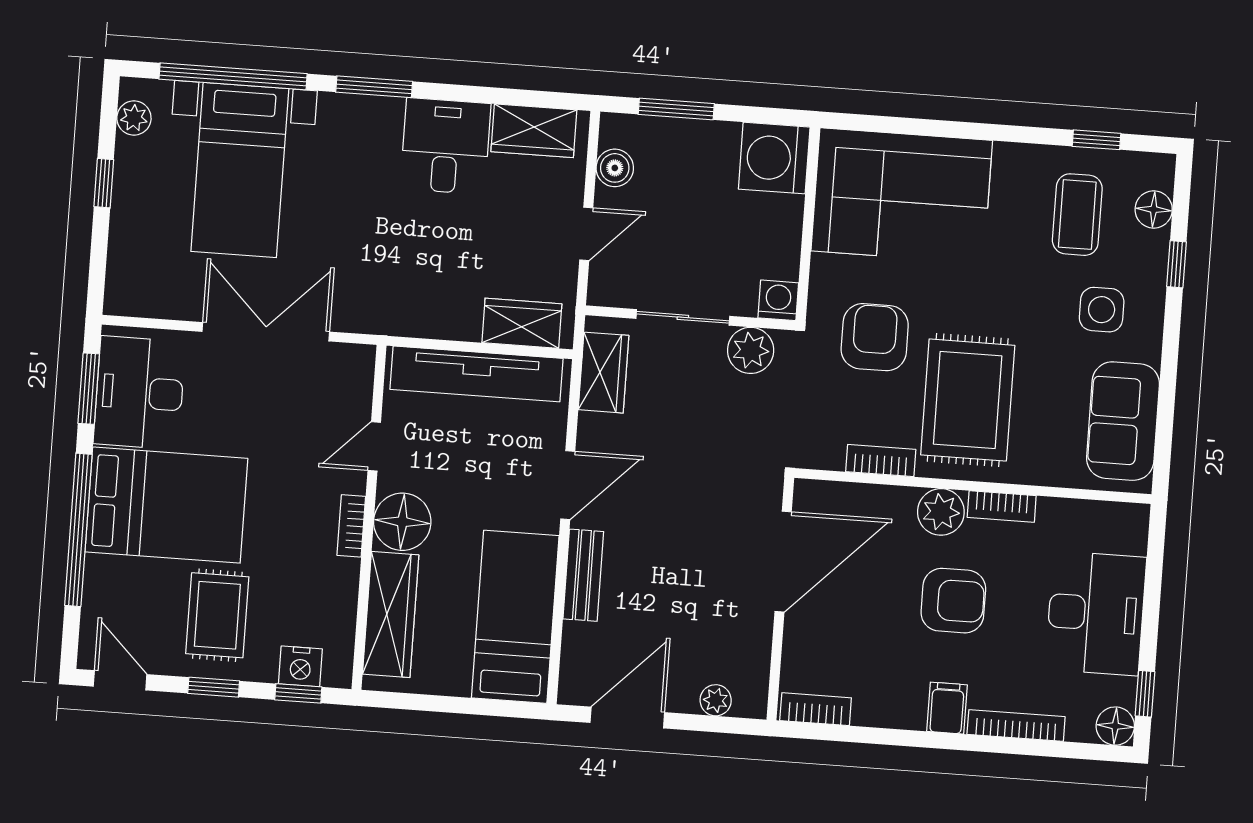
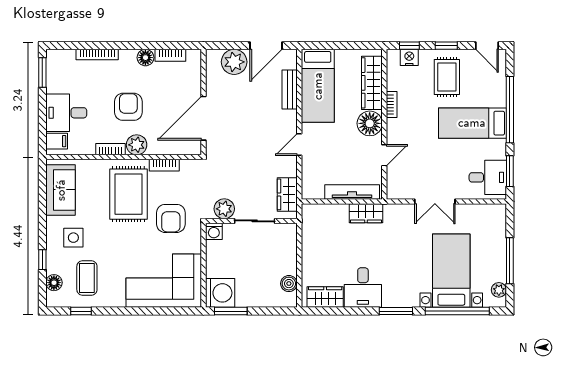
window: (676, 109) -> (231, 311), moved
window: (104, 183) -> (510, 261), width x2.17
door: (586, 234) -> (299, 254), removed
wardrobe: (522, 323) -> (366, 213), moved
double door: (266, 332) -> (435, 201), width x0.73
tv unit: (476, 374) -> (352, 192), width x0.73, depth x0.78
desk: (139, 393) -> (488, 177), width x0.73
door: (568, 485) -> (299, 145), width x0.73
bed: (166, 505) -> (472, 123), width x0.67
bookcase: (351, 526) -> (392, 104), moved
bench: (583, 575) -> (290, 89), moved
armchair: (953, 601) -> (128, 107), turned 90
desk: (1096, 613) -> (66, 113), width x0.73
window: (1145, 694) -> (42, 73), width x1.50
plant: (716, 700) -> (234, 62), width x1.88, depth x1.88
filing cabinet: (947, 708) -> (57, 141), moved, turned -90
bookcase: (816, 709) -> (170, 55), moved
floor lamp: (1115, 726) -> (145, 58), moved

